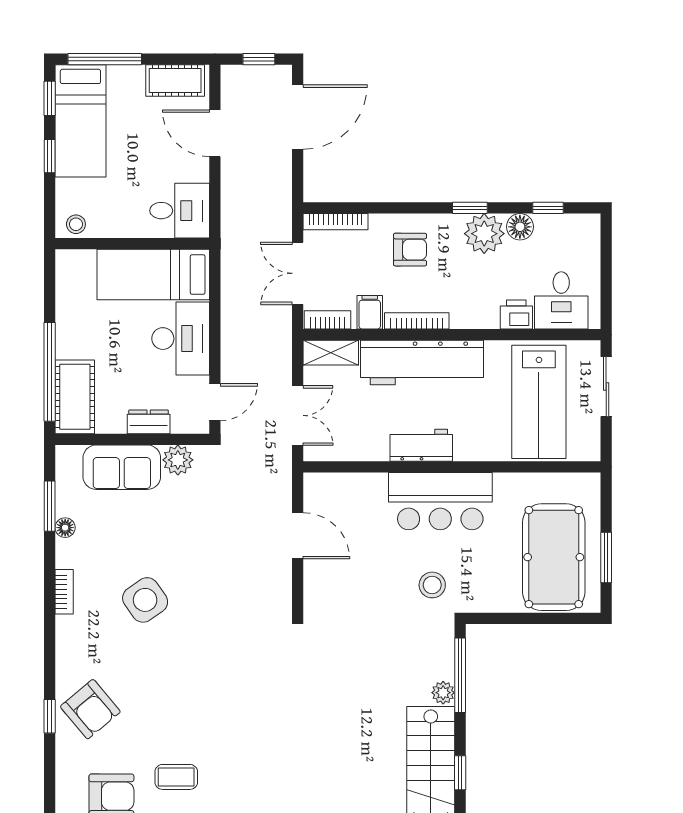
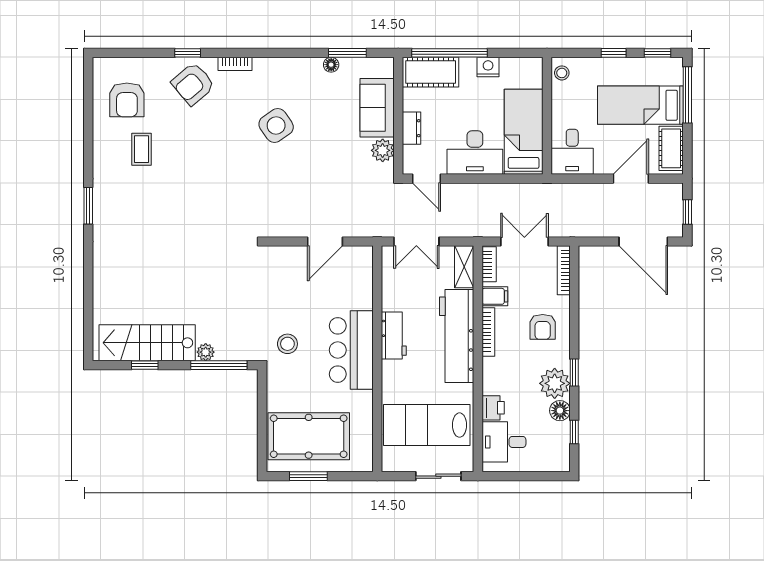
bed: (80, 121) -> (640, 105), moved
nightstand: (68, 321) -> (488, 67), added
bookcase: (64, 592) -> (235, 64), moved

